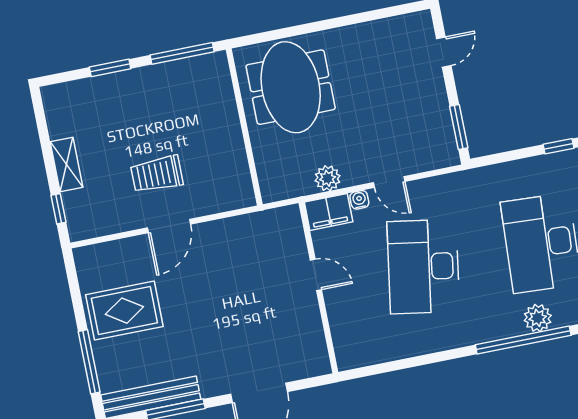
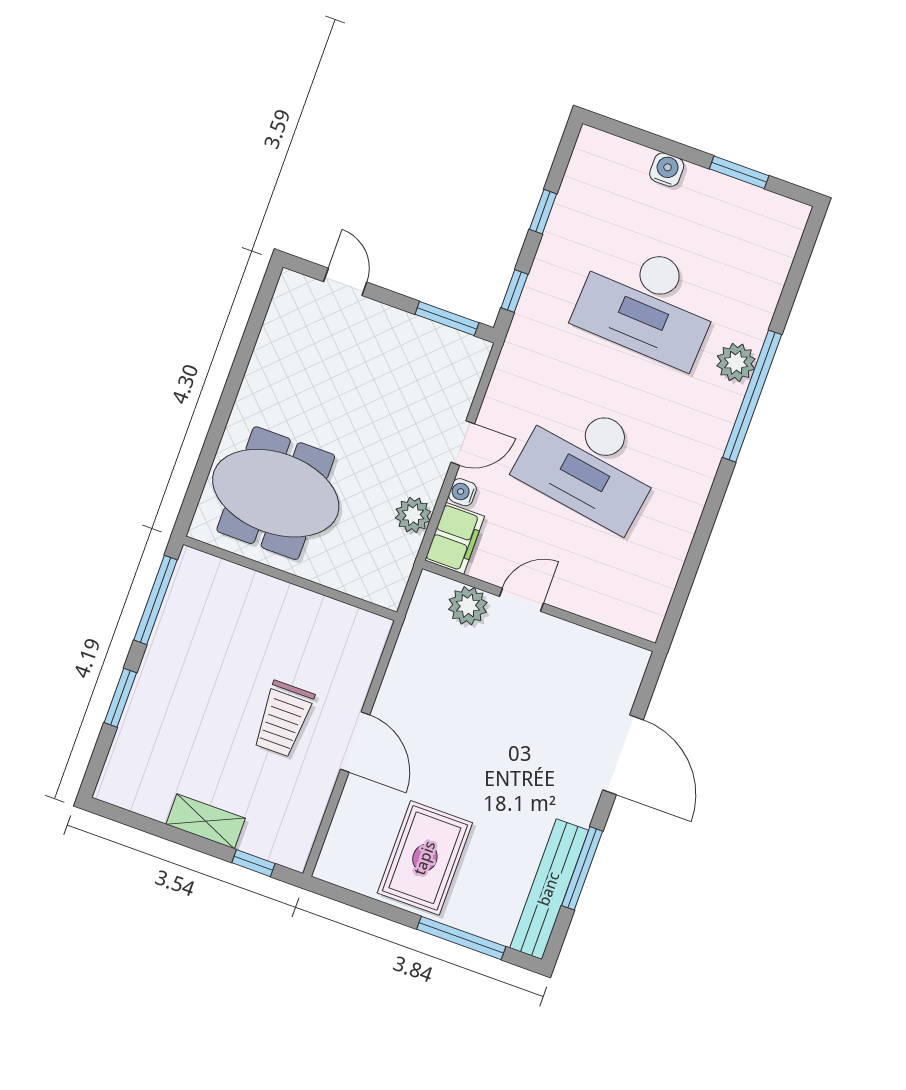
window: (500, 158) -> (515, 291), added
plant: (293, 245) -> (468, 606), added

